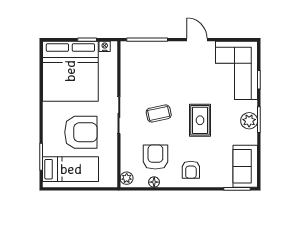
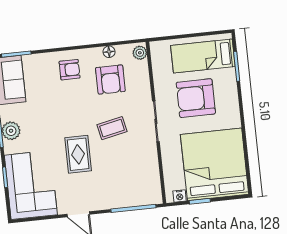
rug: (200, 120) -> (78, 154), moved
armchair: (191, 170) -> (70, 70), turned 90

